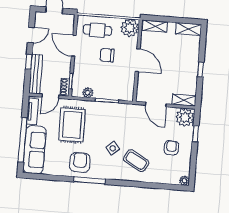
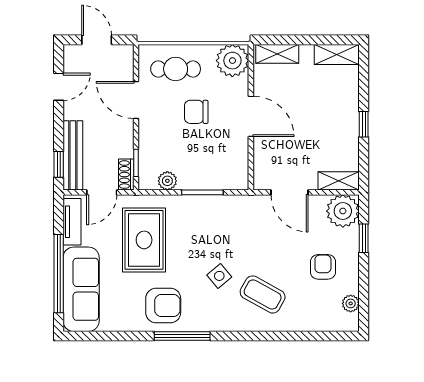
window: (29, 62) -> (59, 164), moved
armchair: (80, 162) -> (163, 305), turned 90
plant: (184, 181) -> (351, 303), moved

